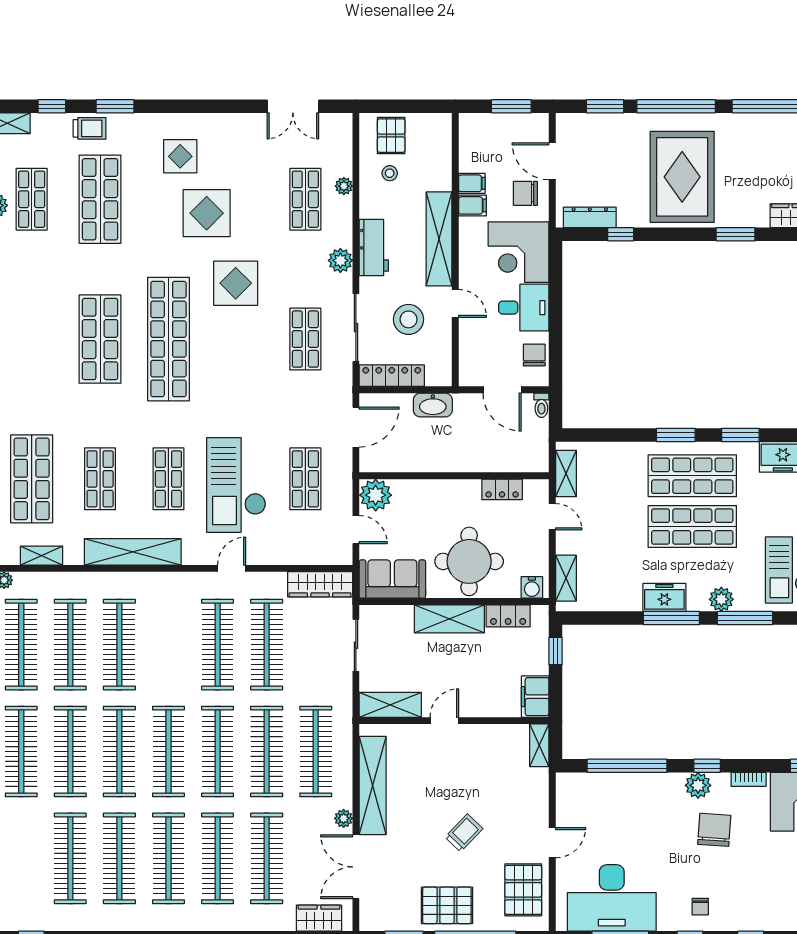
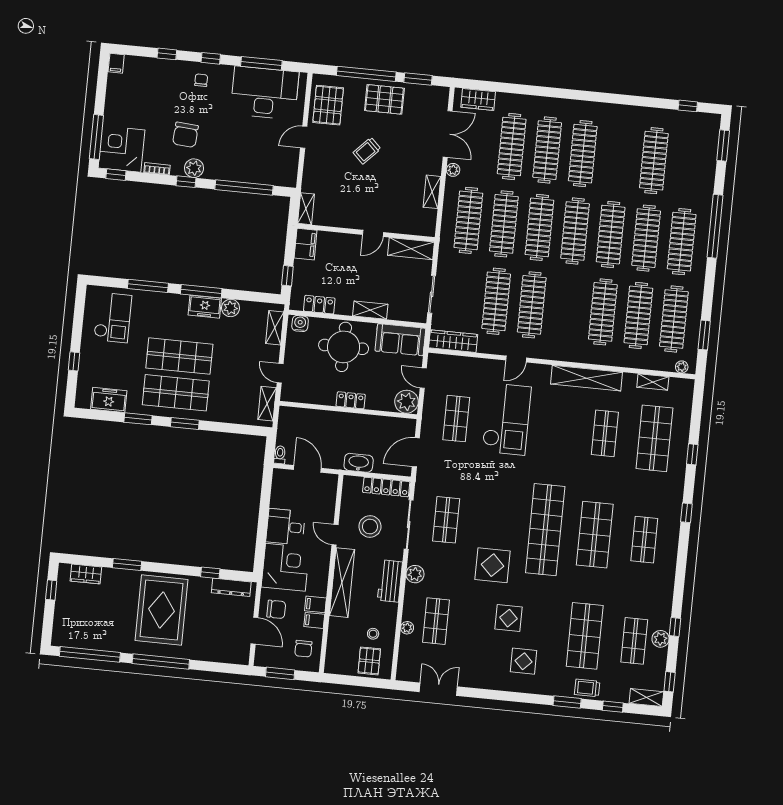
window: (605, 106) -> (212, 667), removed
display table: (207, 213) -> (508, 618), width x0.73, depth x0.73
chair: (534, 355) -> (303, 649), moved
shop shelf: (168, 479) -> (644, 540), moved
locker: (502, 489) -> (351, 400), moved
plant: (721, 599) -> (231, 308), moved
shelving: (449, 619) -> (370, 310), width x0.67, depth x0.75
shelving: (373, 786) -> (432, 192), width x0.45, depth x0.75
clothes rail: (119, 858) -> (618, 157), removed

